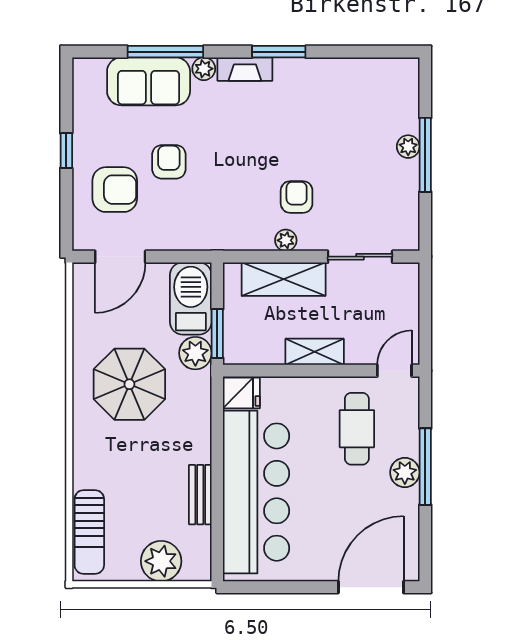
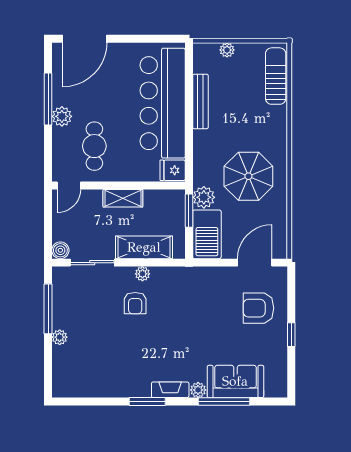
window: (425, 155) -> (48, 309), moved
armchair: (169, 162) -> (222, 327), removed
boiler: (407, 275) -> (60, 250), added
window: (425, 467) -> (48, 99), moved
bench: (200, 495) -> (200, 101), width x1.36
plant: (161, 561) -> (227, 50), width x0.53, depth x0.53

